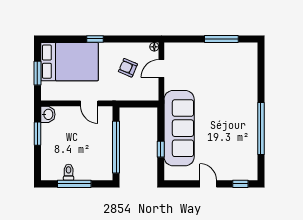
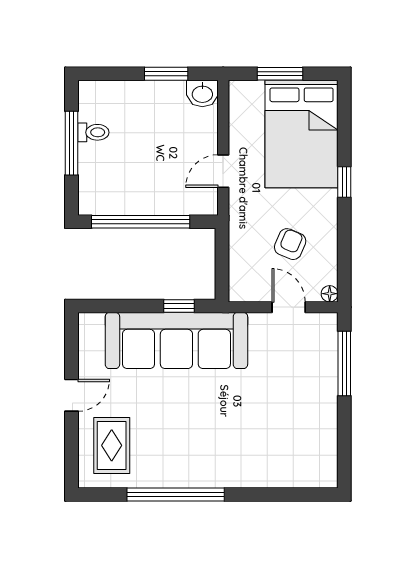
window: (221, 39) -> (344, 363), moved
window: (161, 149) -> (179, 306), moved
rug: (235, 163) -> (112, 445), added
window: (240, 184) -> (71, 456), removed

